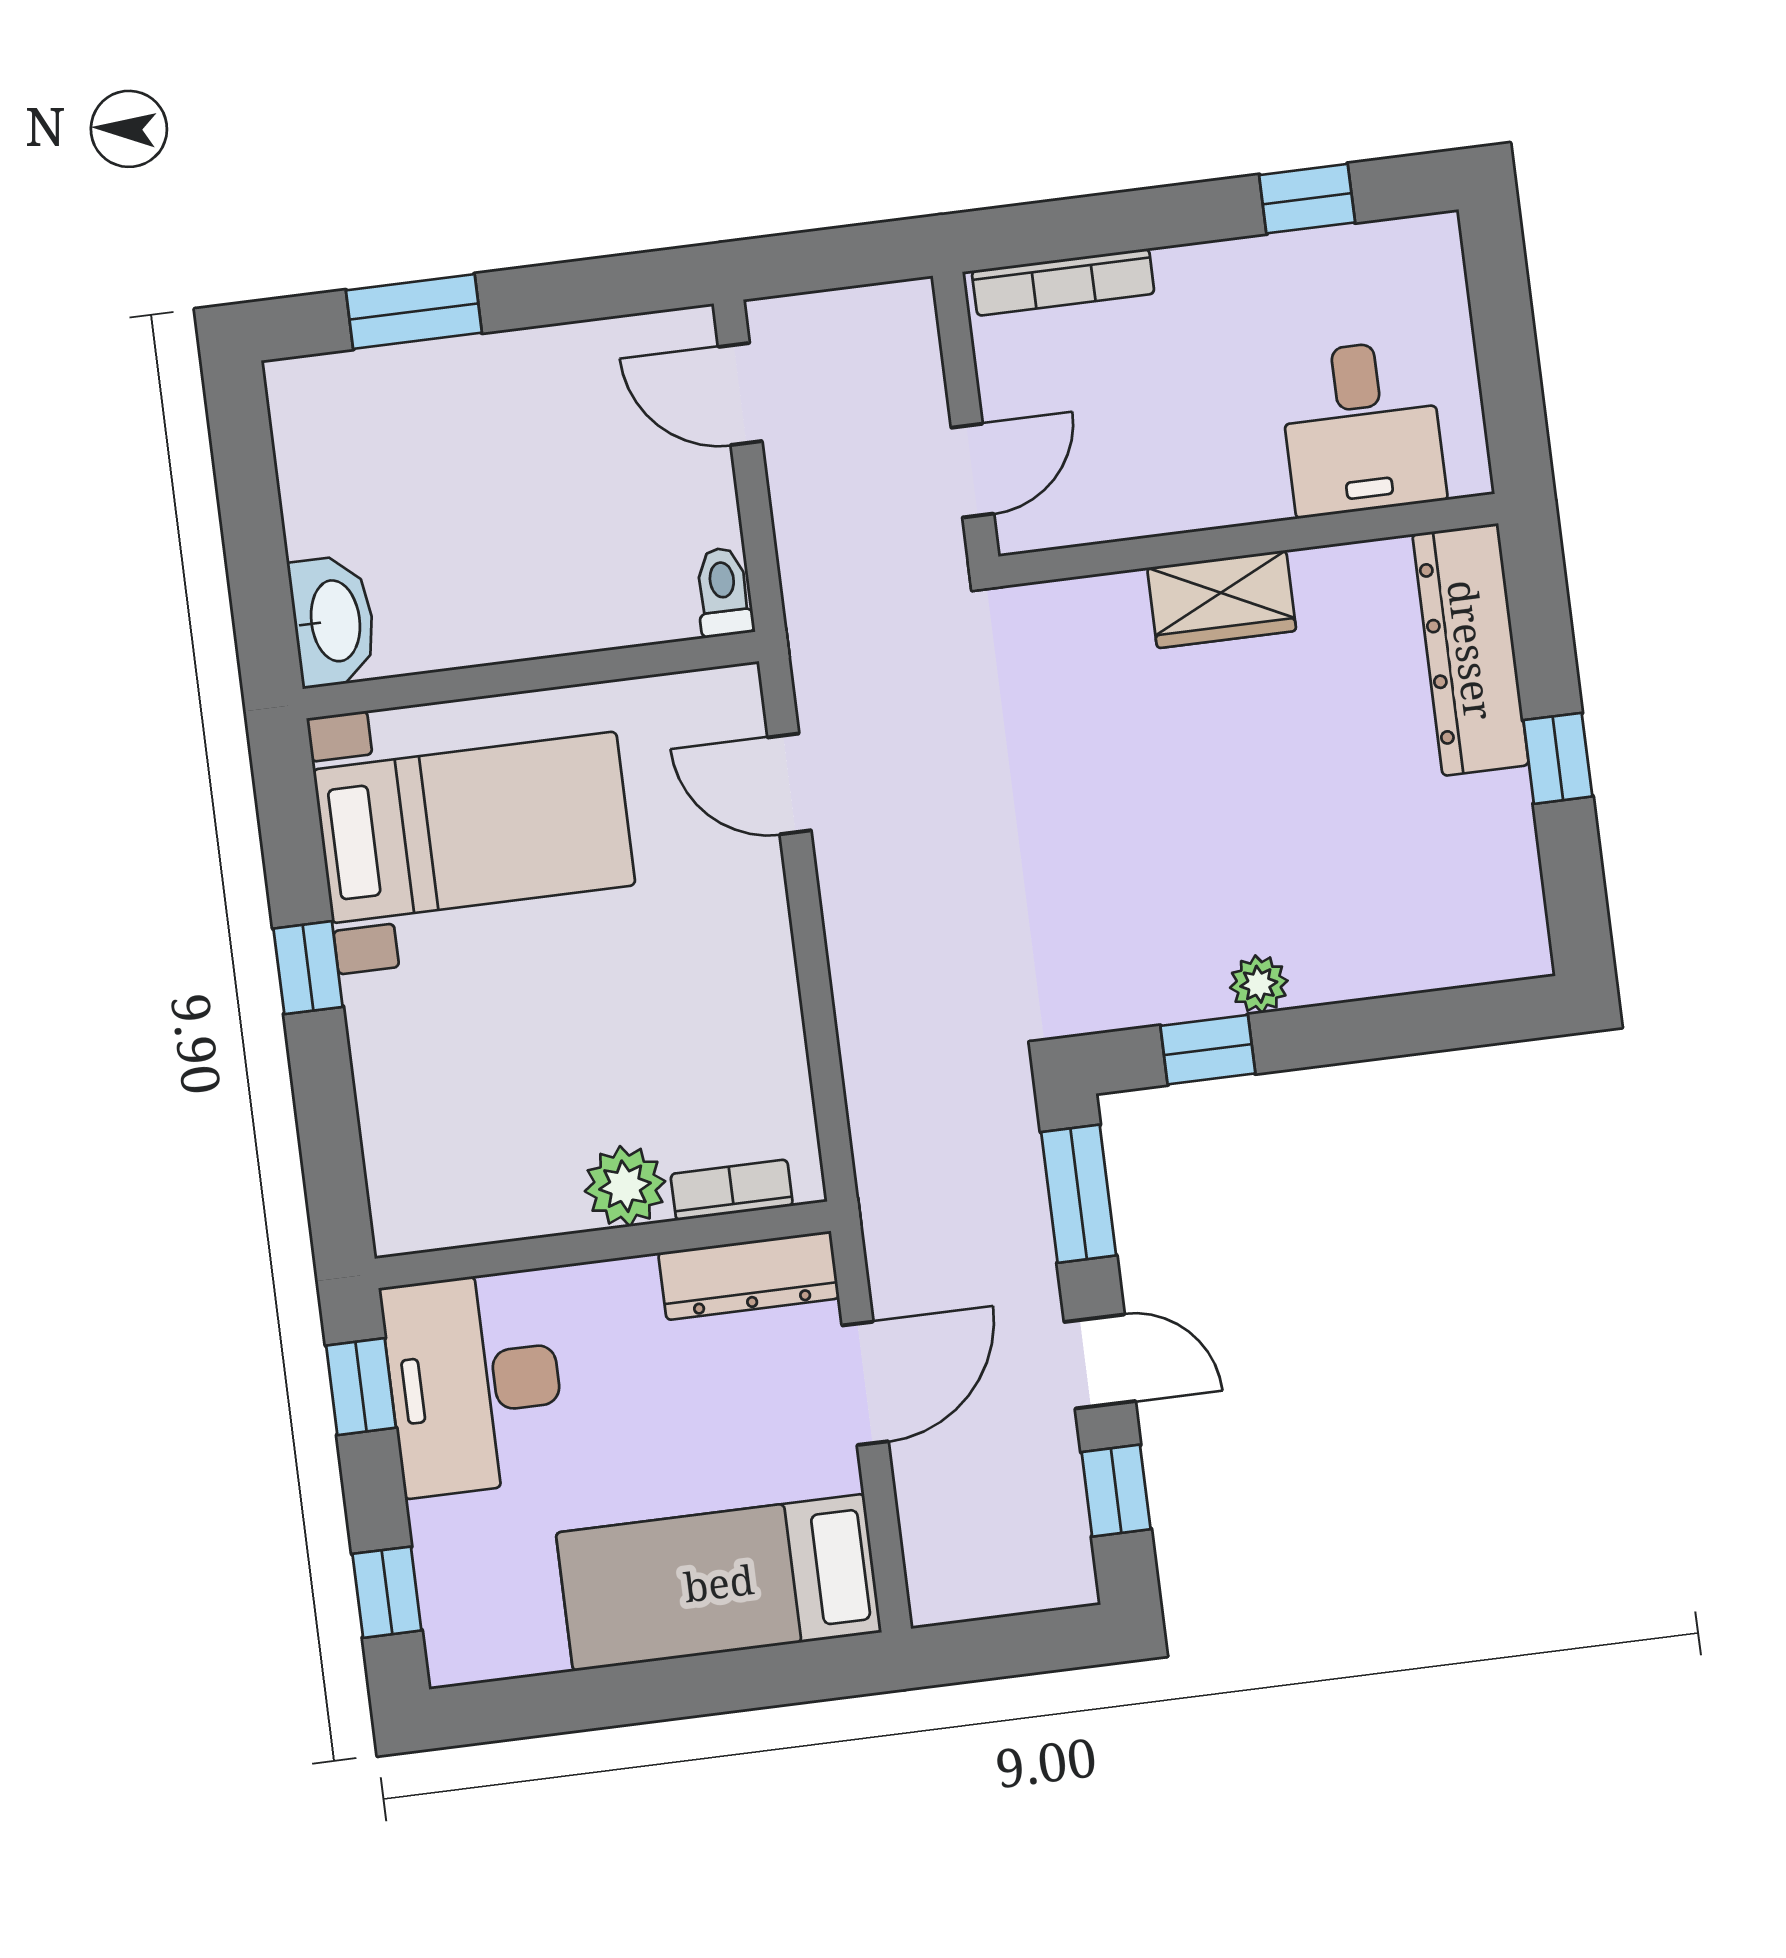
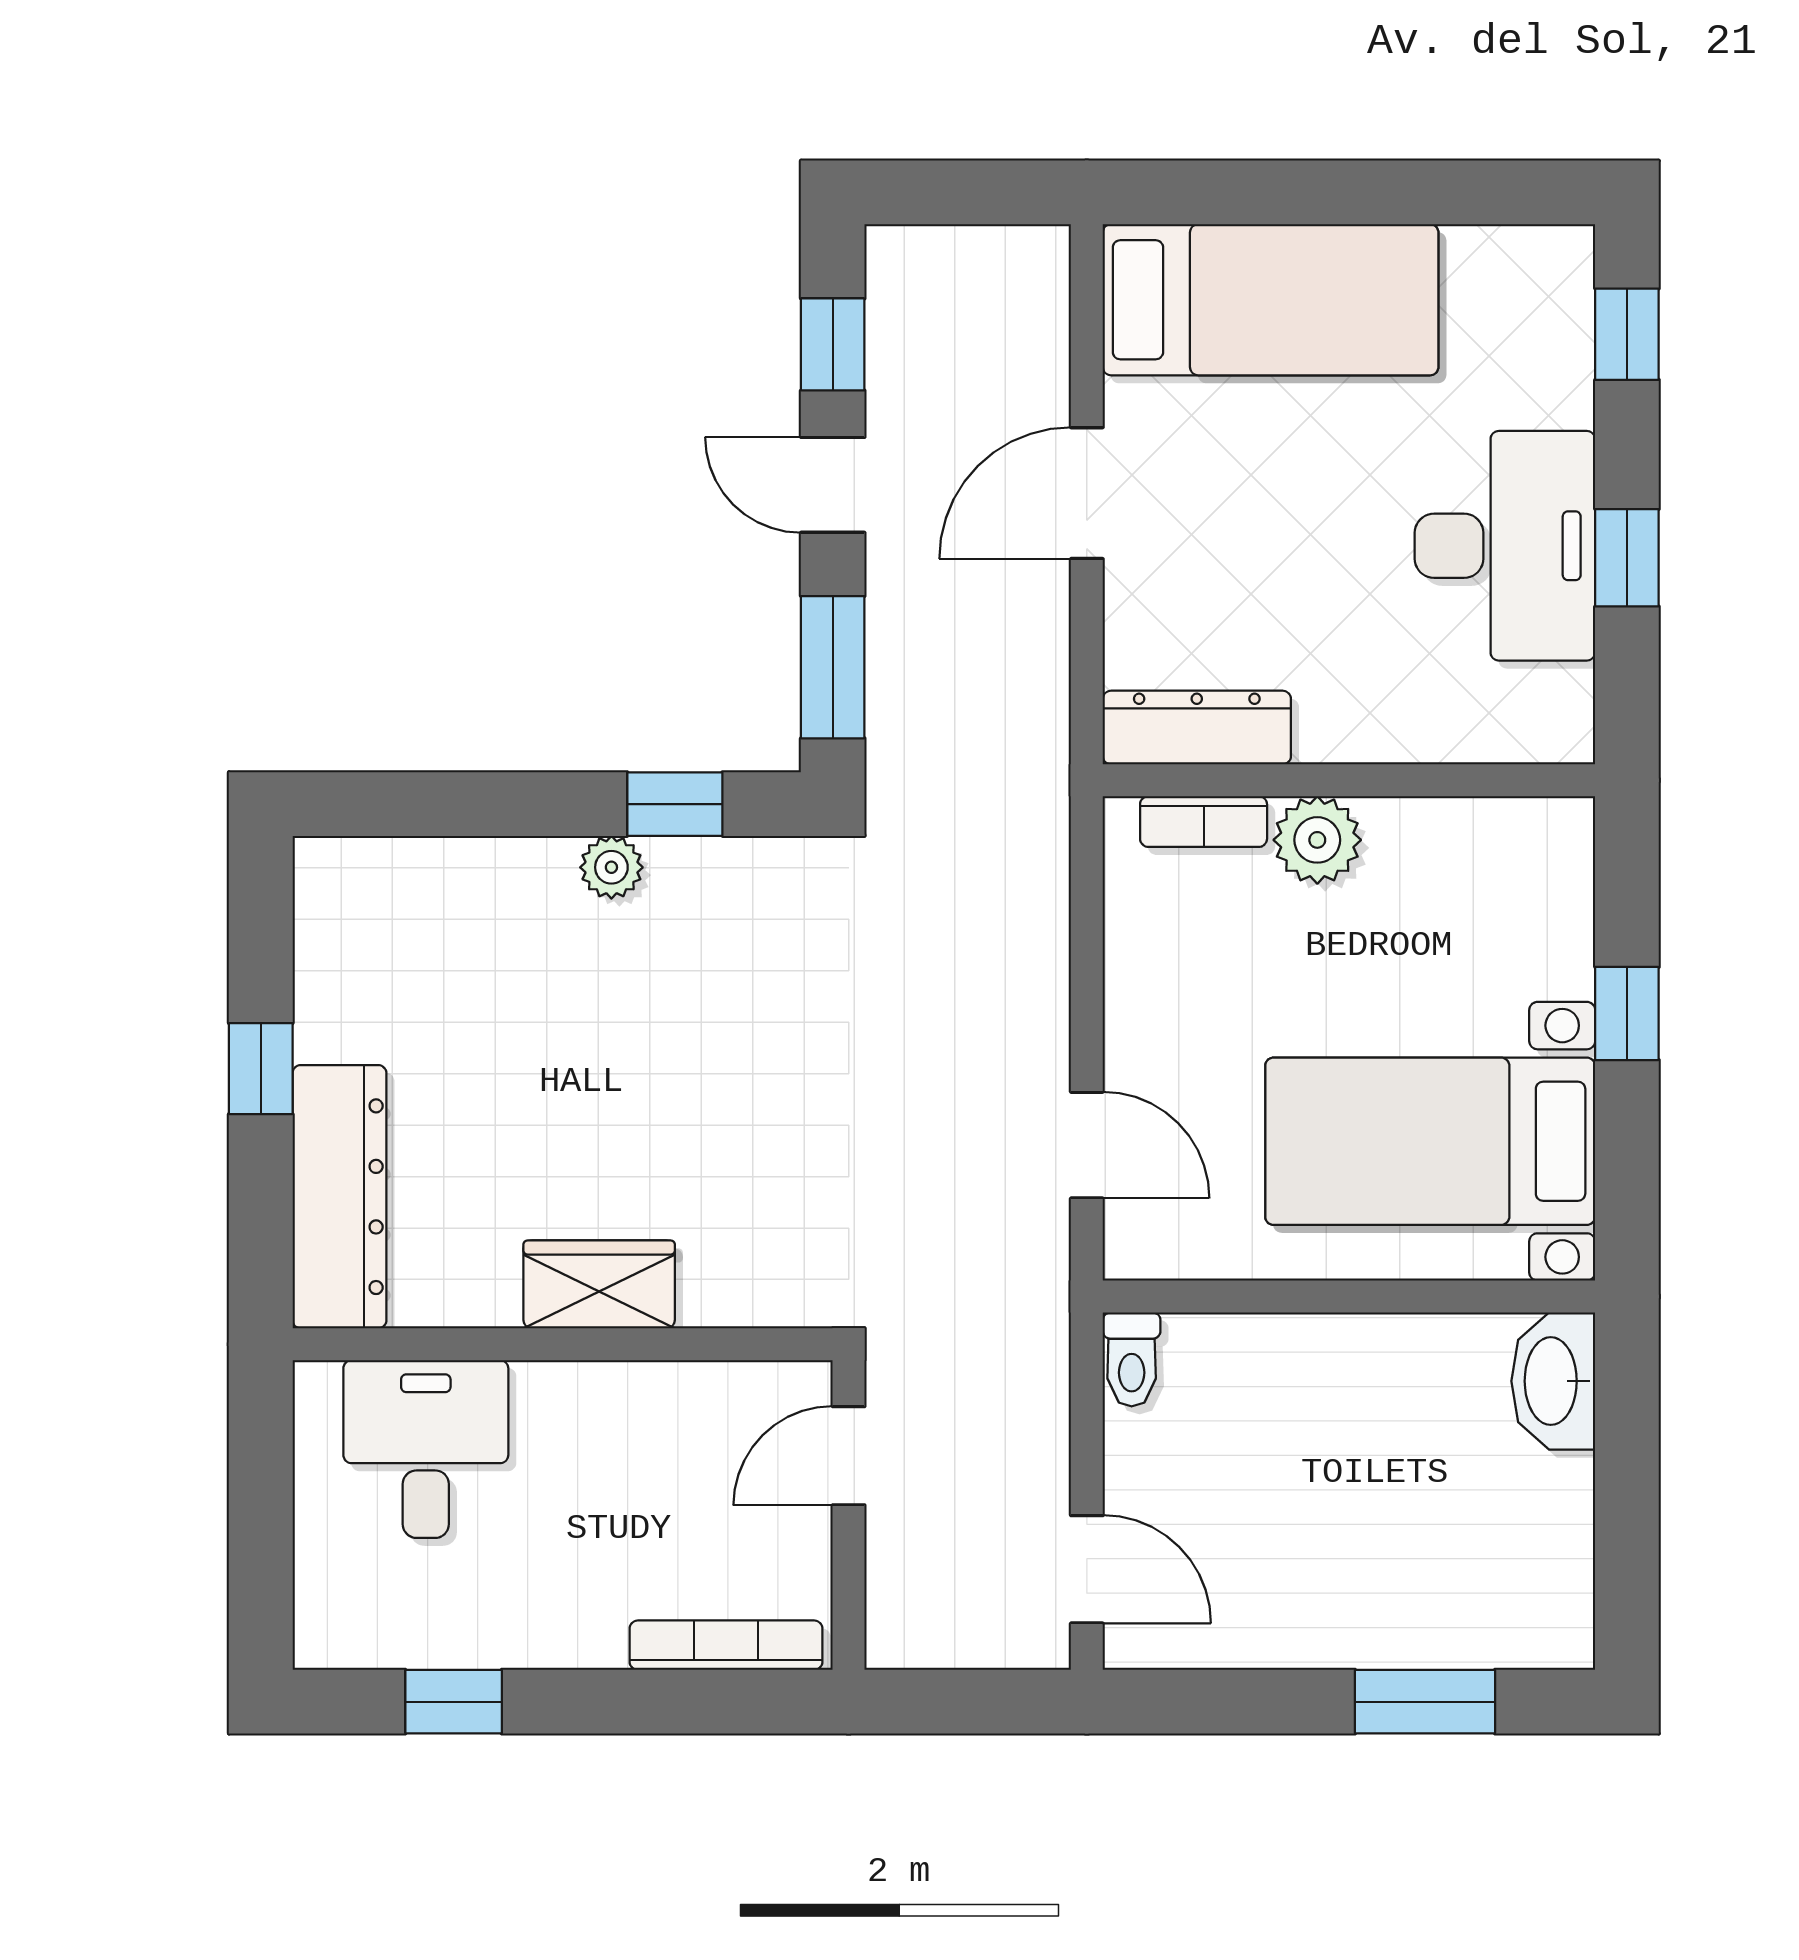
plant: (625, 1186) -> (1317, 840), moved
bookcase: (732, 1190) -> (1204, 822), moved
wall: (603, 1245) -> (1349, 780), moved
dresser: (749, 1276) -> (1197, 728), moved

